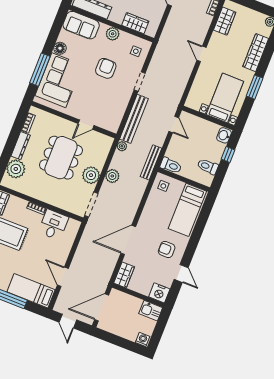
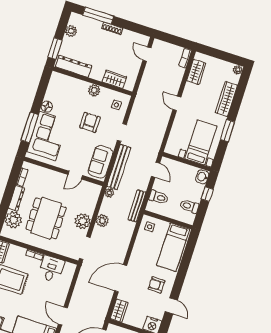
sofa: (81, 25) -> (100, 162), moved, turned 90
dining table: (61, 158) -> (46, 218), moved
toilet: (171, 165) -> (159, 197), moved

